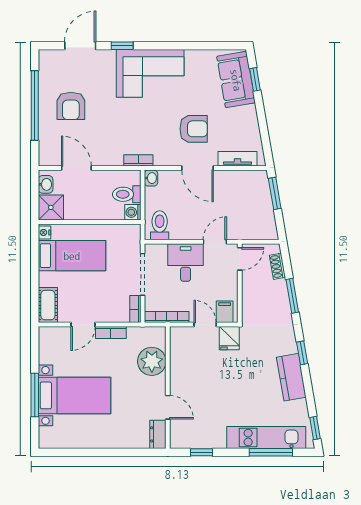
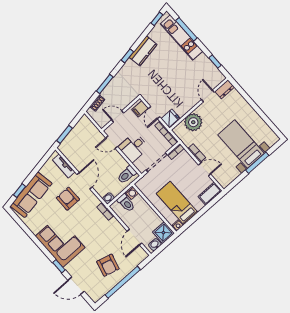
sofa: (236, 80) -> (31, 195), width x1.36
armchair: (71, 106) -> (108, 265), turned 105
door: (240, 259) -> (118, 116), moved
fridge: (229, 338) -> (170, 118), moved

